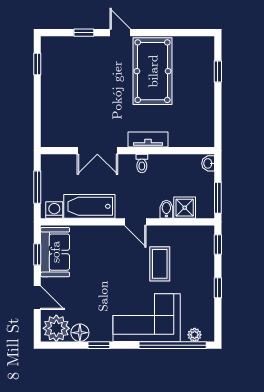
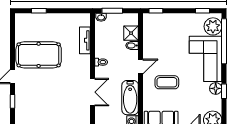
tv unit: (148, 140) -> (85, 40), moved
window: (218, 198) -> (112, 11), moved
coffee table: (160, 264) -> (167, 82), moved
window: (218, 288) -> (203, 11), moved
floor lamp: (80, 333) -> (216, 88), moved
plant: (195, 335) -> (213, 26), width x1.87, depth x1.87

